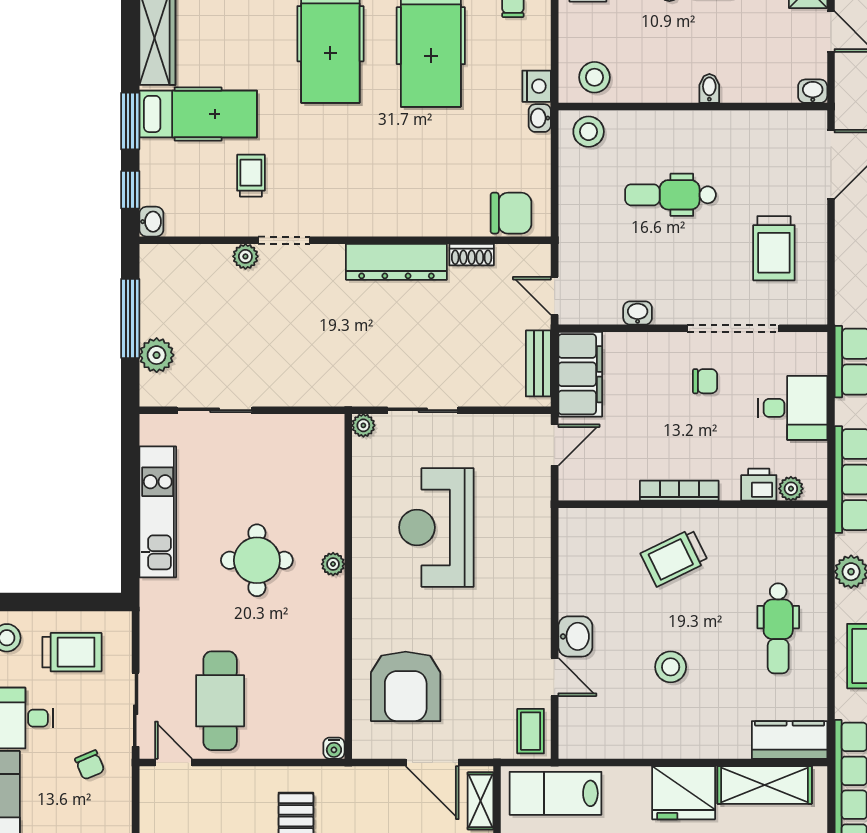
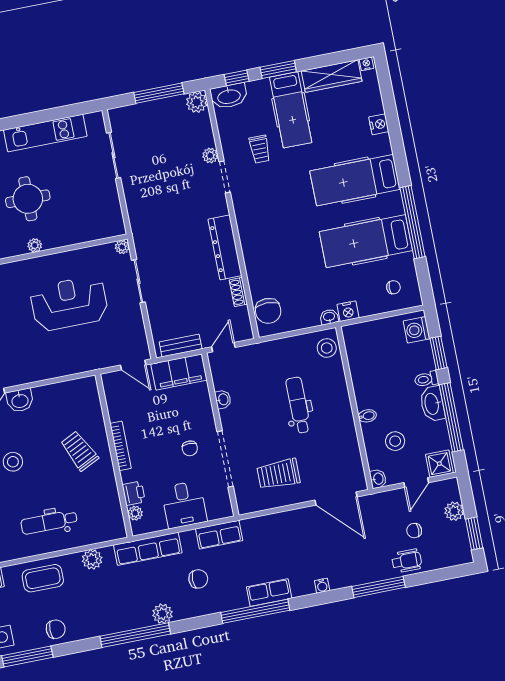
stool: (595, 77) -> (395, 441), moved
trolley: (251, 176) -> (260, 149), turned 90
washbasin: (151, 222) -> (229, 96), width x1.91, depth x1.45
plant: (157, 355) -> (197, 102), moved

